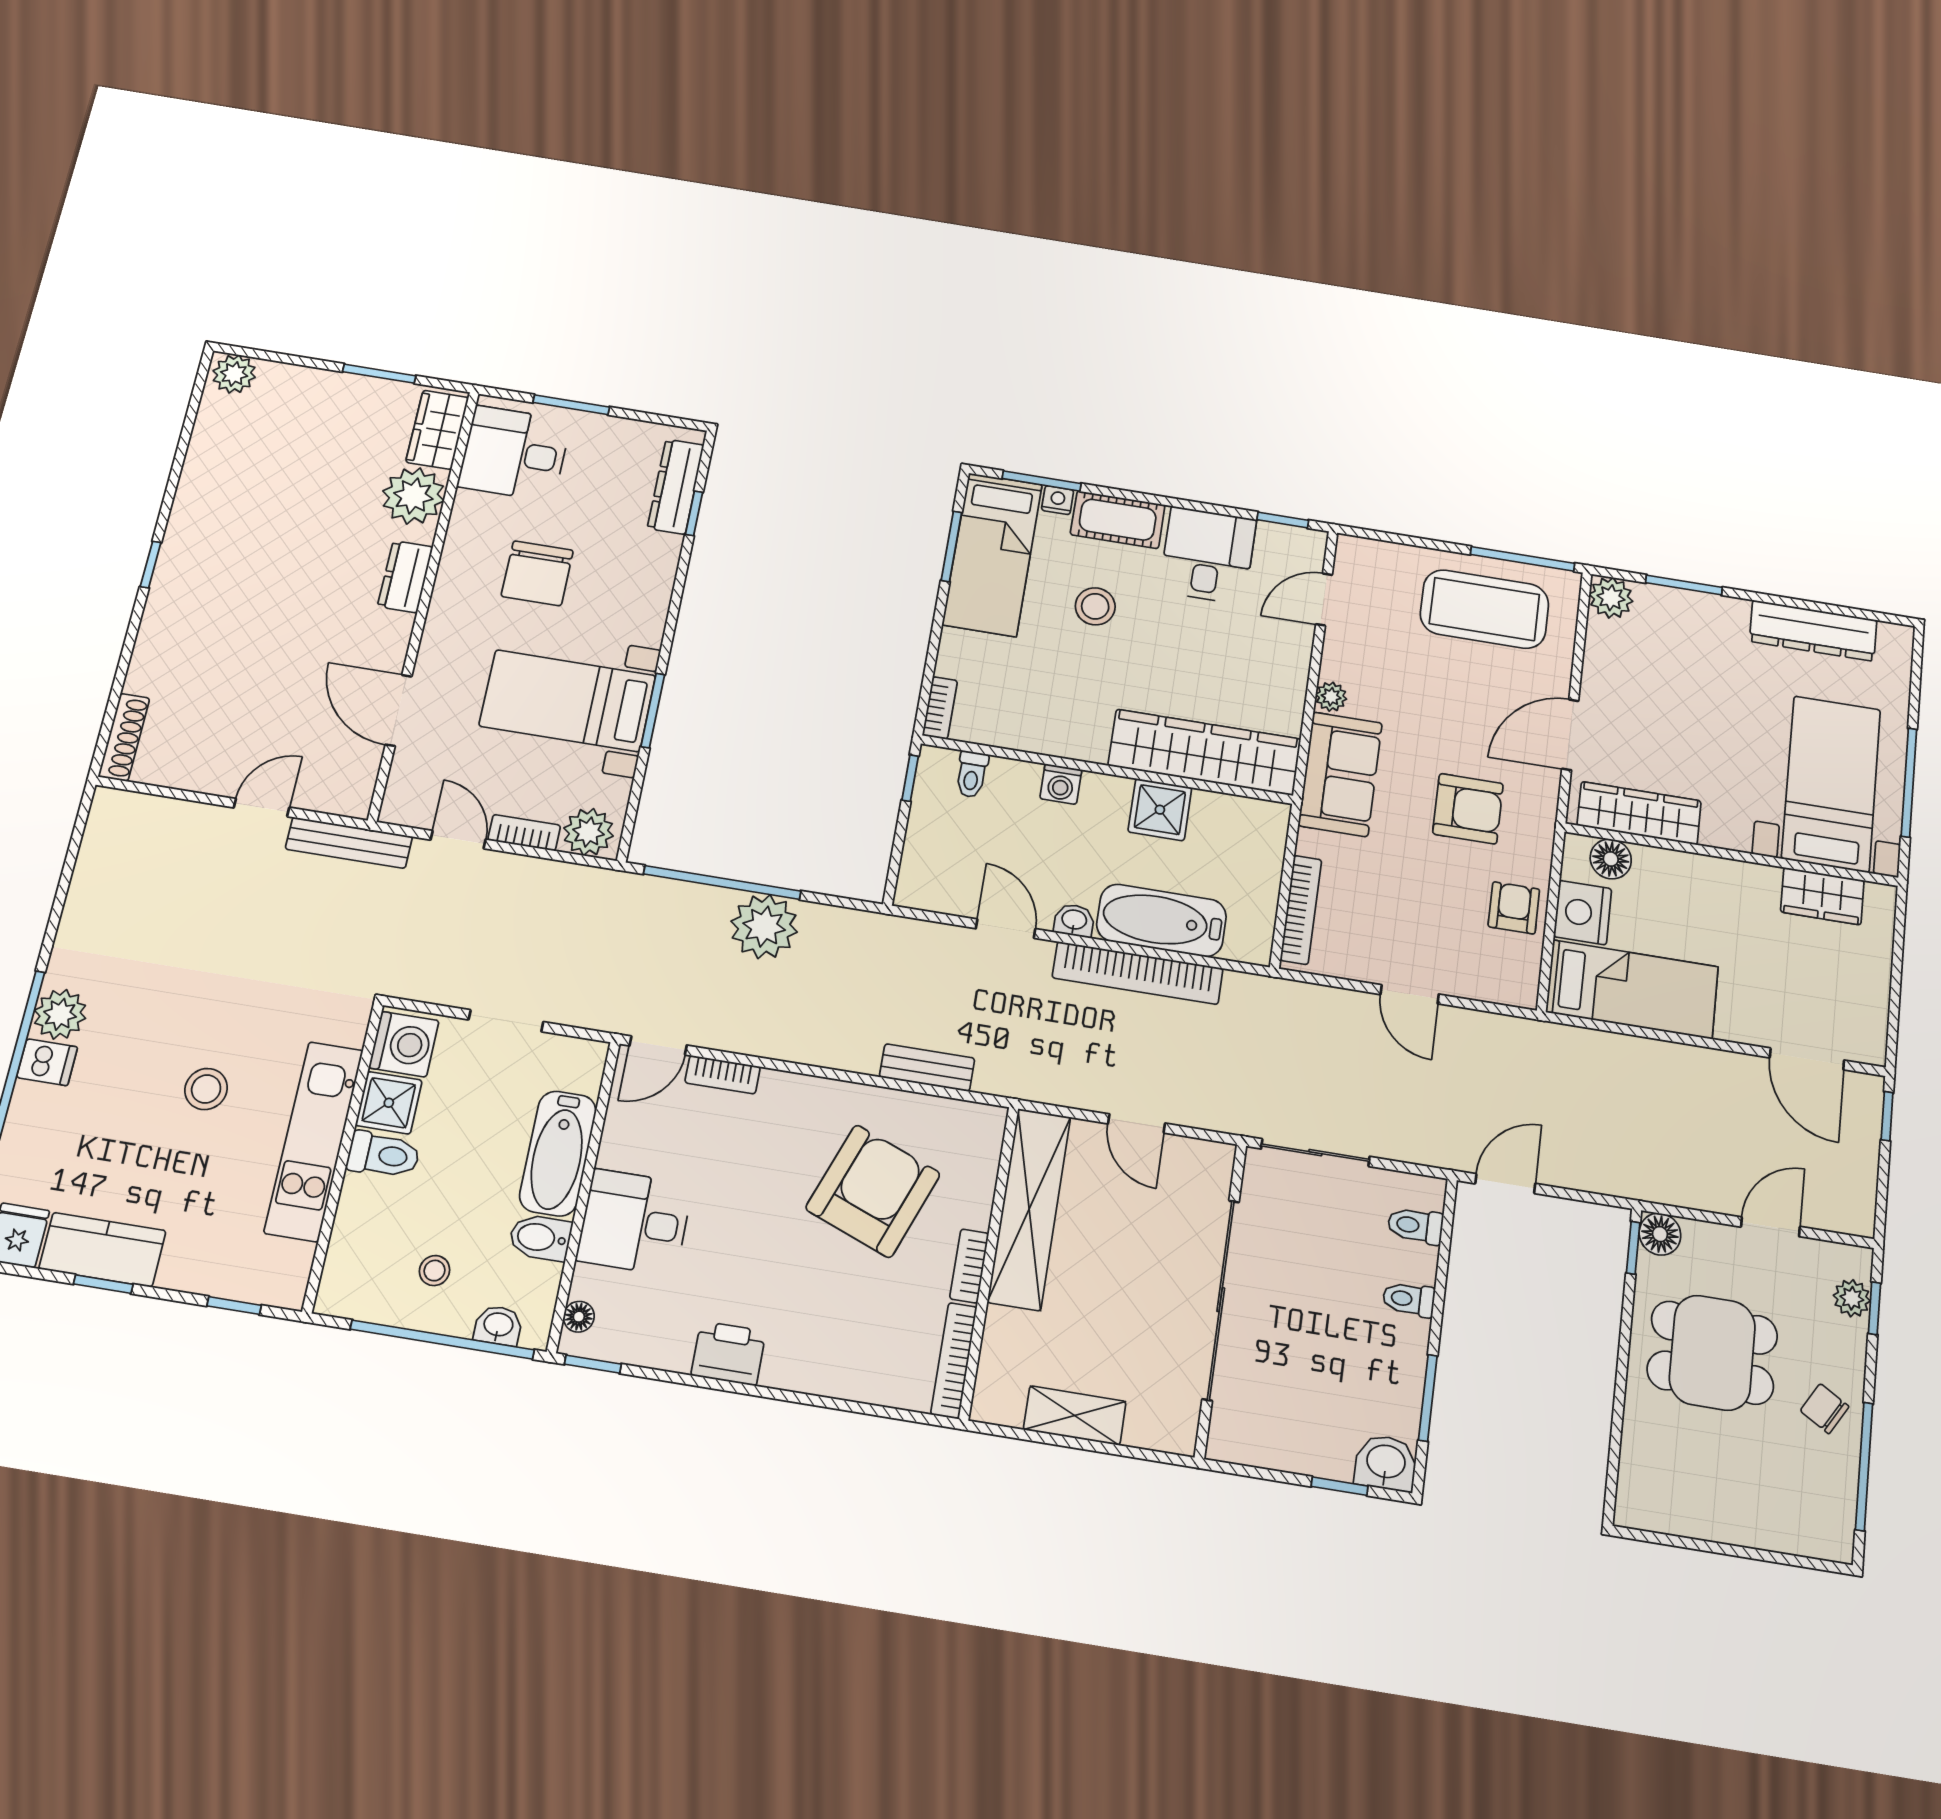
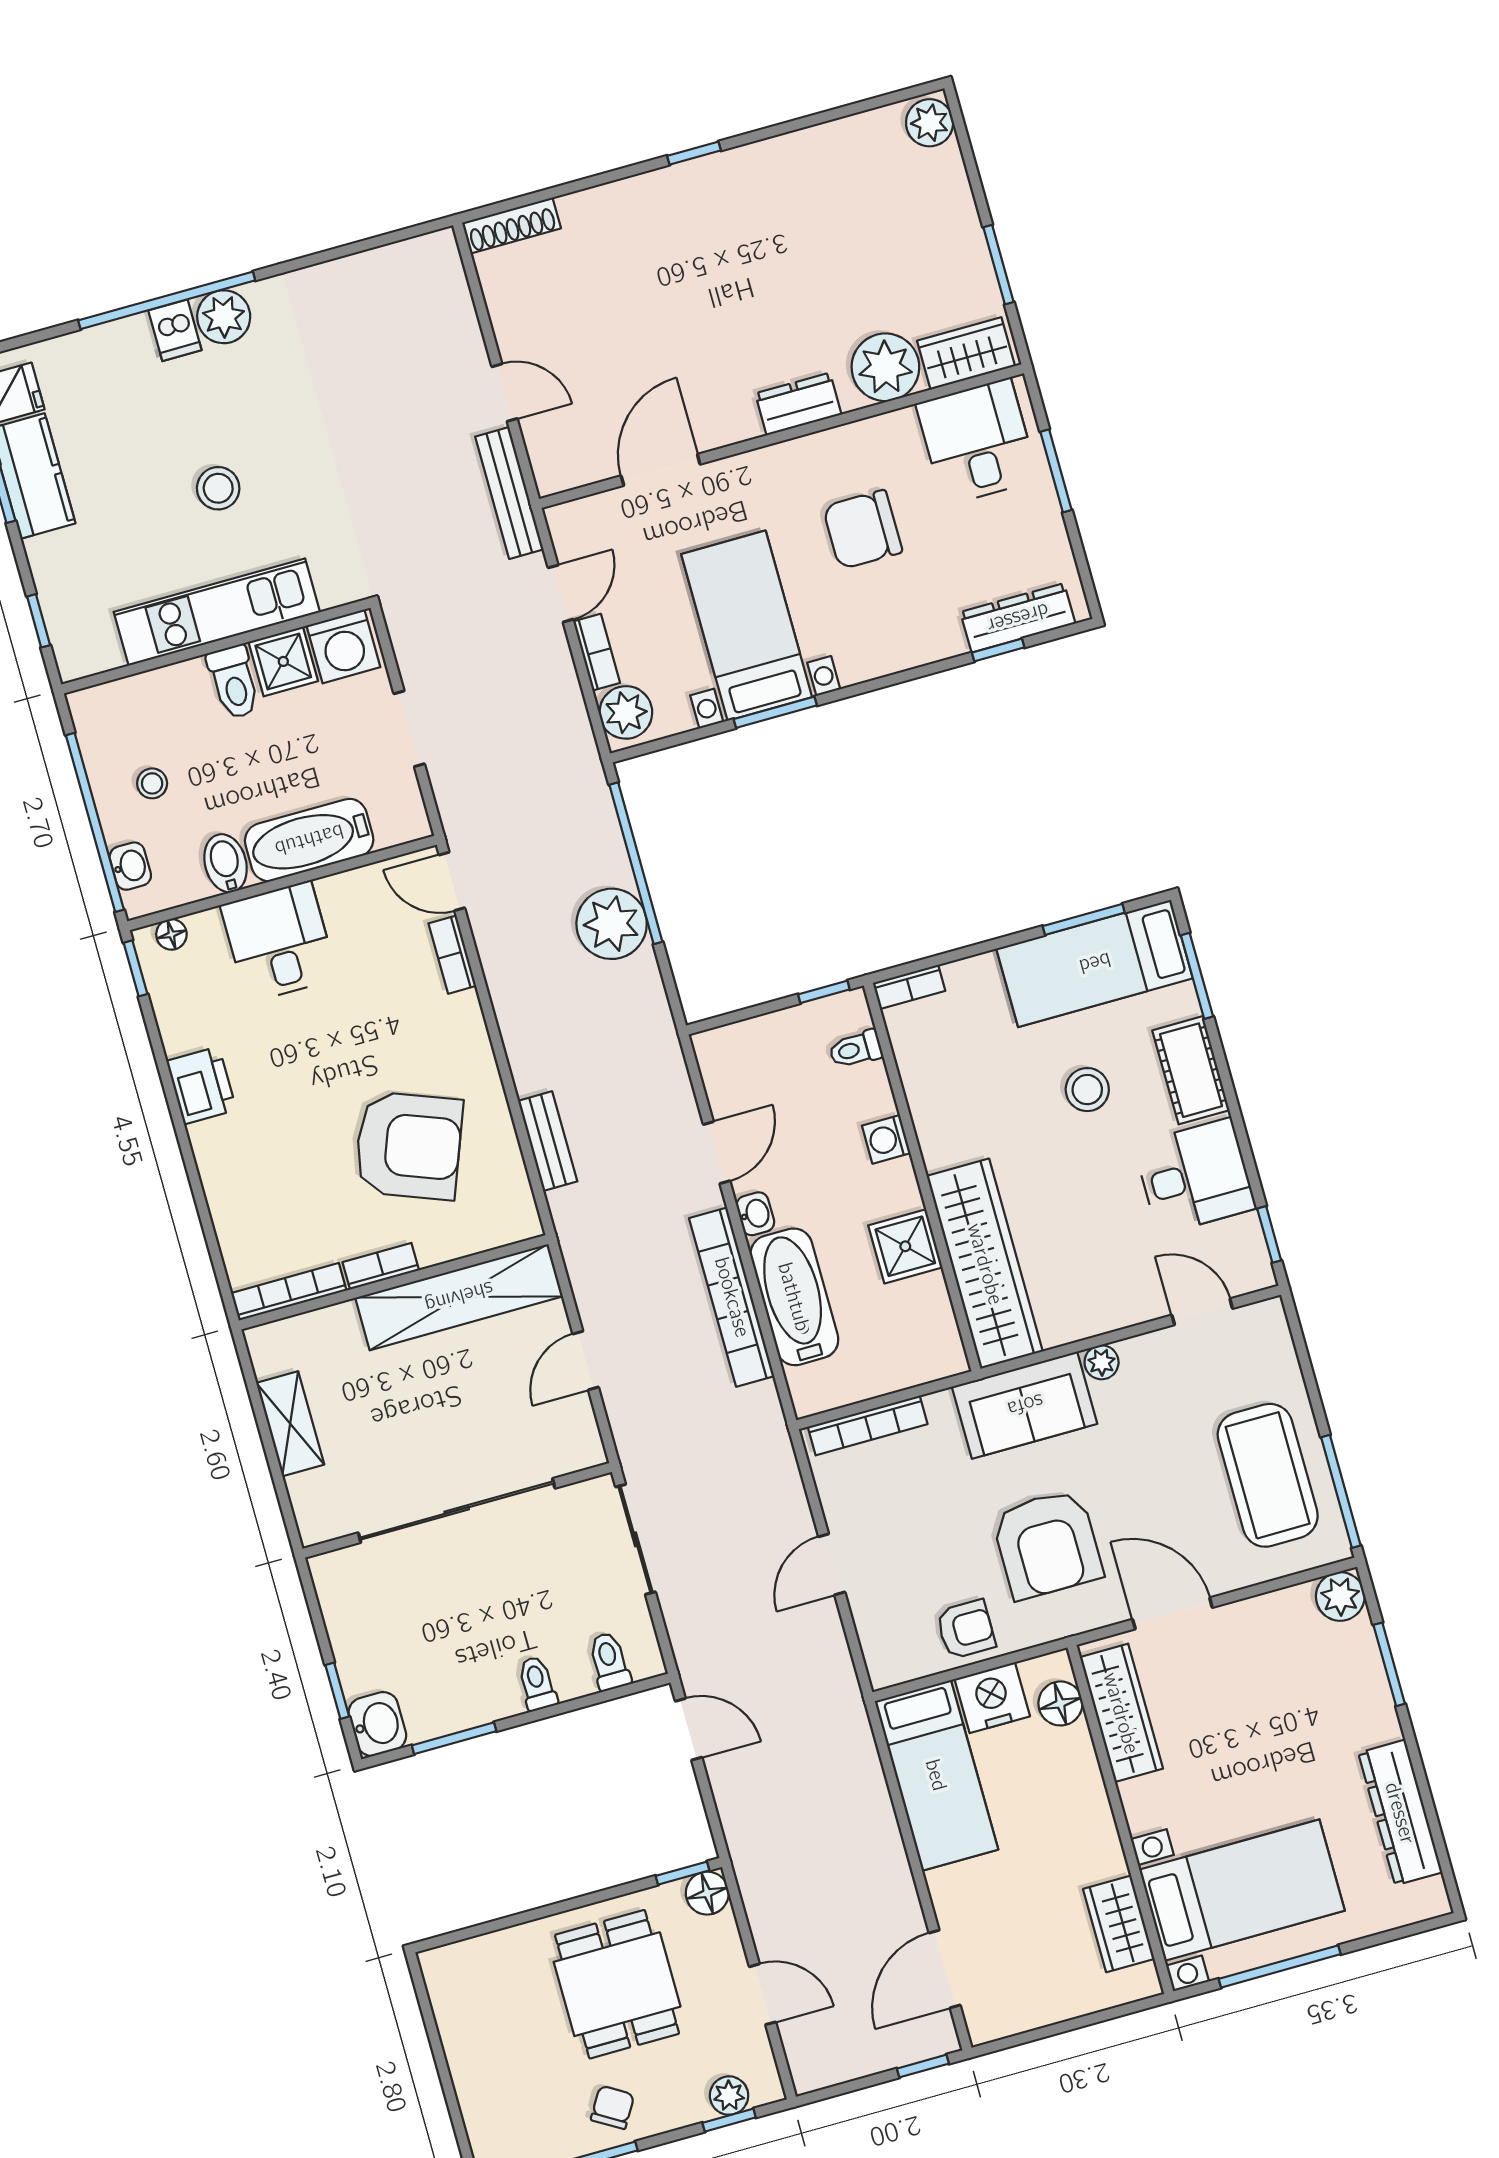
nightstand: (1058, 500) -> (1184, 1001), removed
armchair: (1468, 809) -> (1047, 1544), width x1.36, depth x1.36

